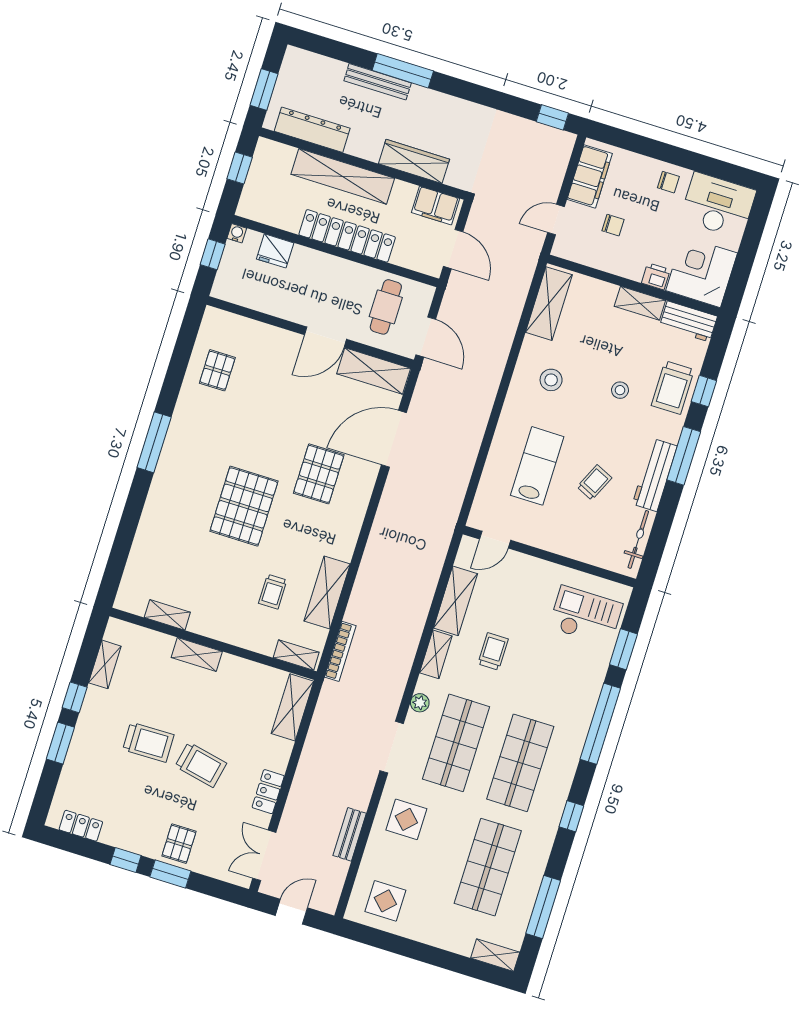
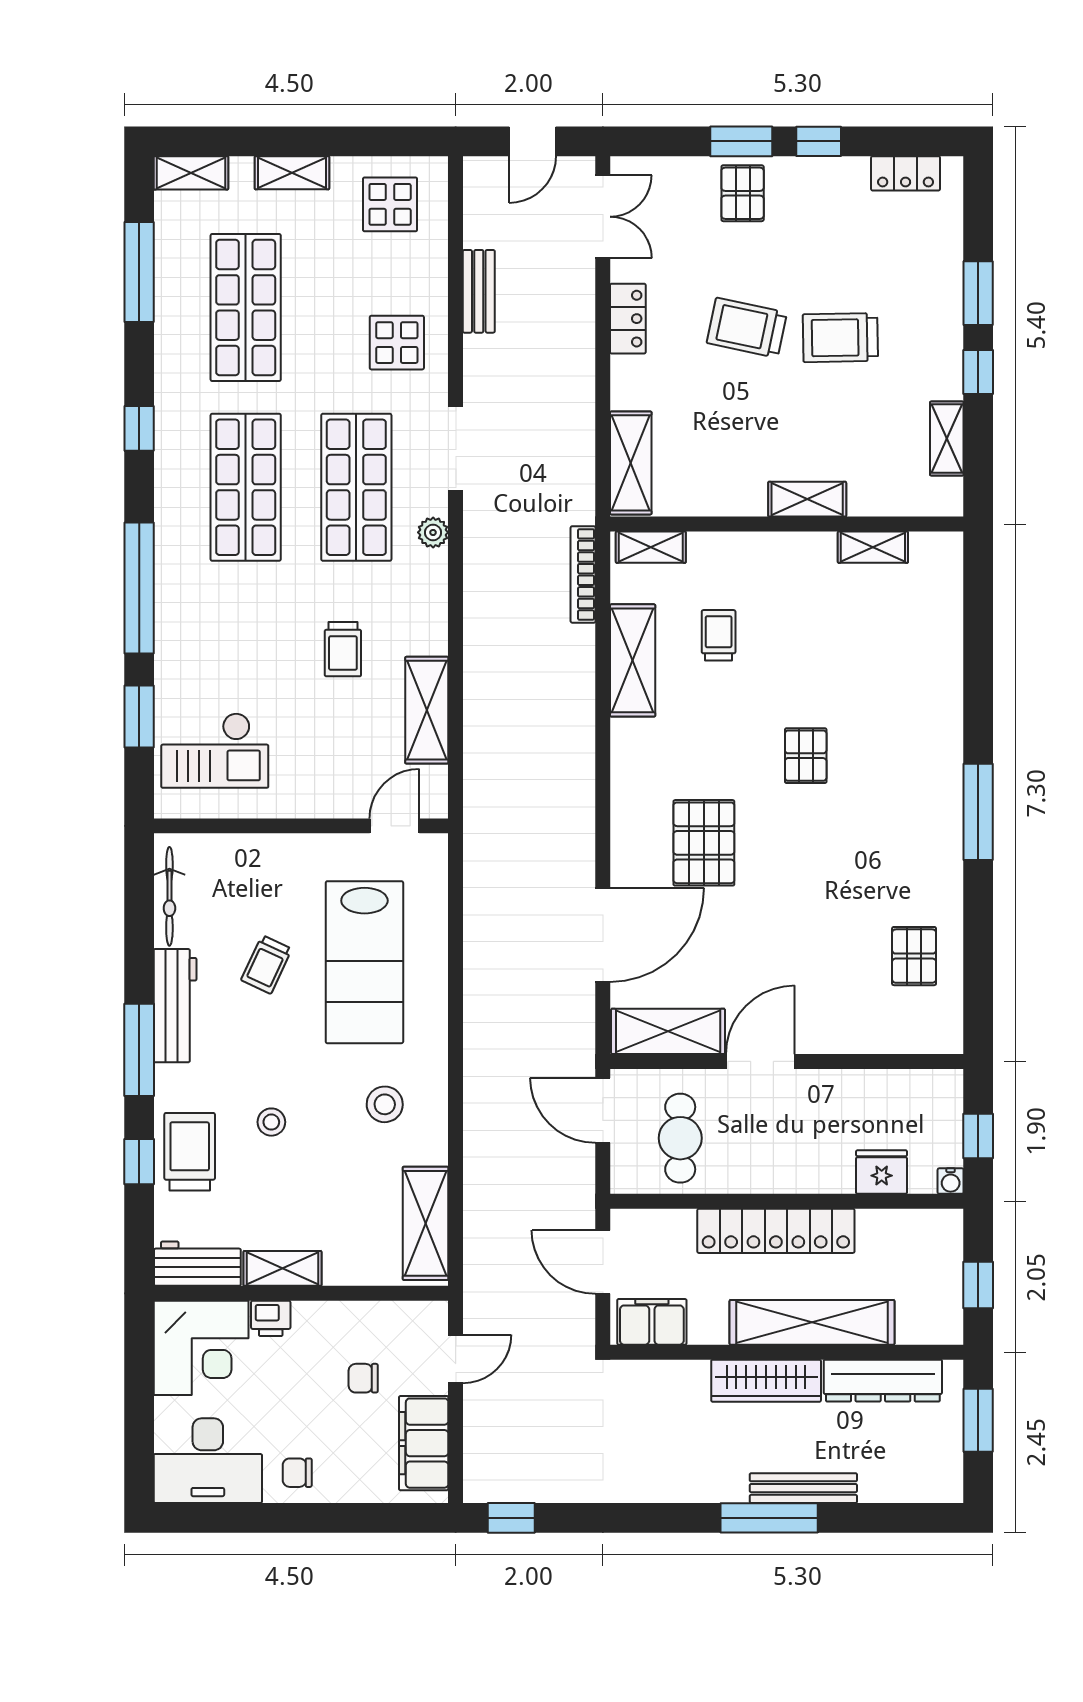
wardrobe: (414, 161) -> (766, 1381), moved
lab bench: (537, 466) -> (364, 962), width x1.36, depth x1.39
pallet: (244, 506) -> (806, 756), width x0.49, depth x0.50
shelving: (436, 654) -> (292, 173), moved, turned 90

